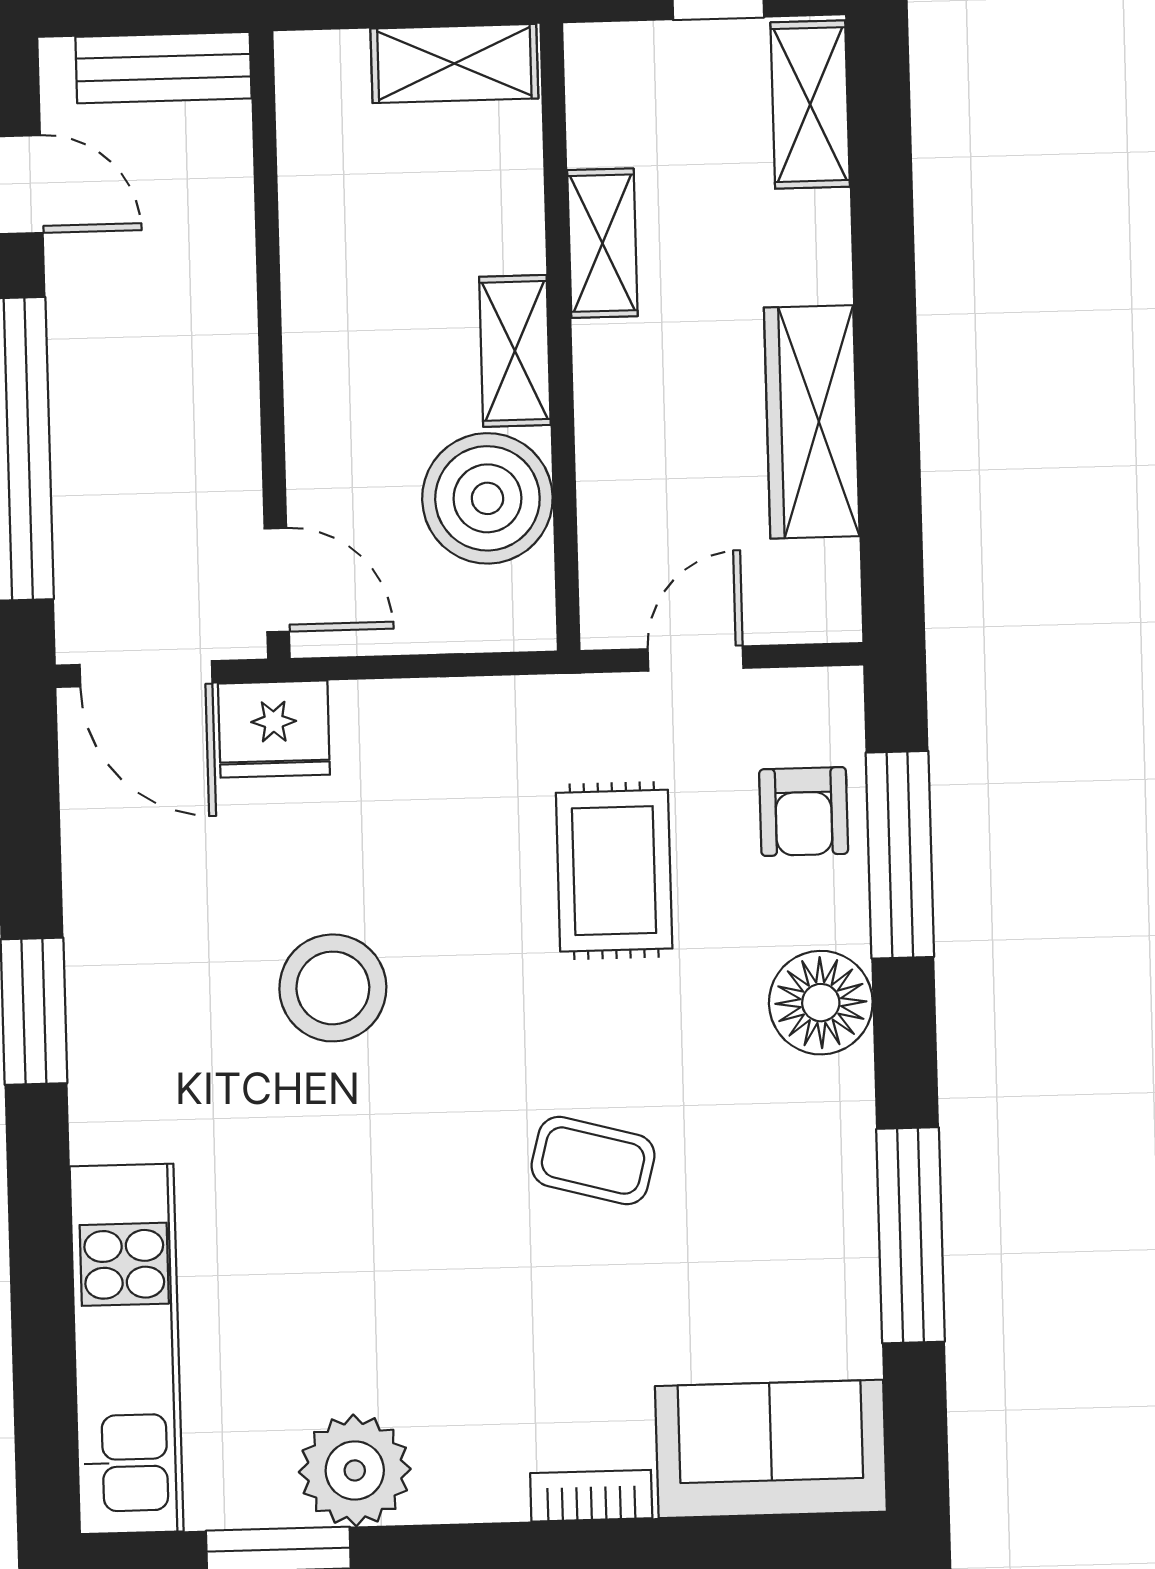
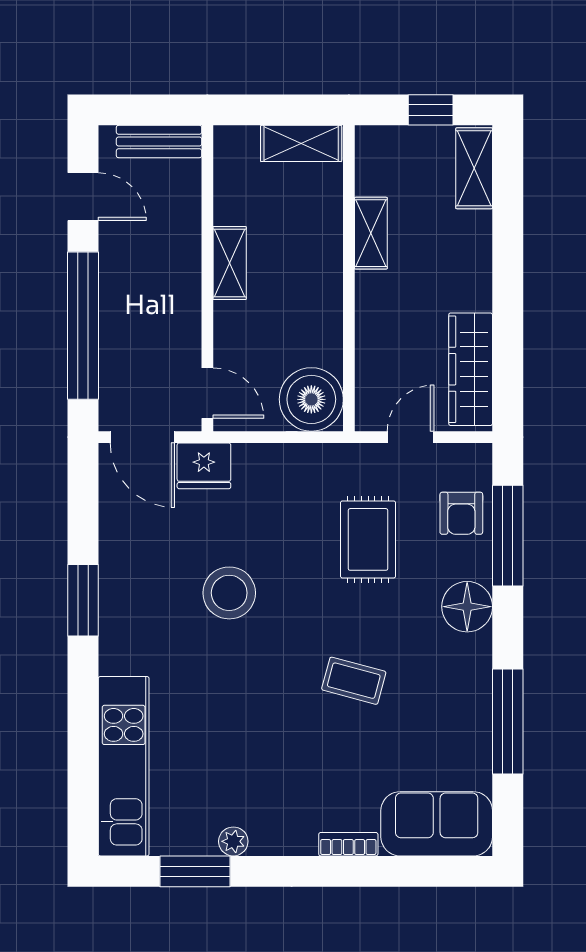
shelving: (515, 351) -> (230, 263), moved
wardrobe: (812, 422) -> (471, 369), moved
boiler: (487, 498) -> (311, 399), moved
plant: (355, 1470) -> (233, 841), width x0.53, depth x0.53

